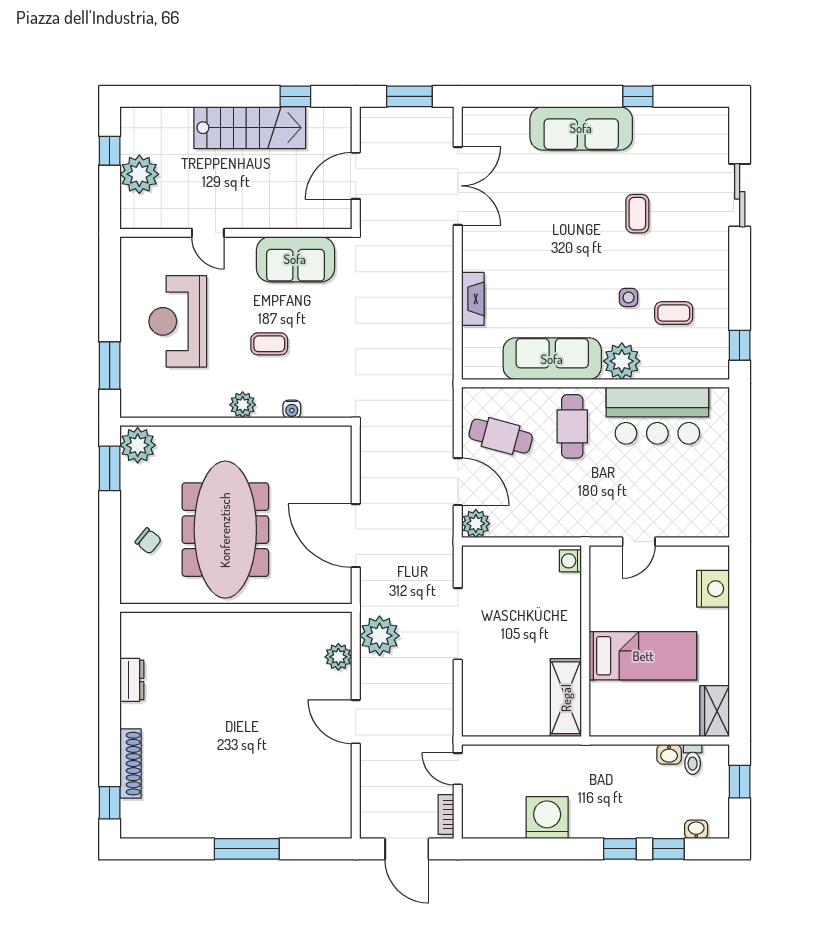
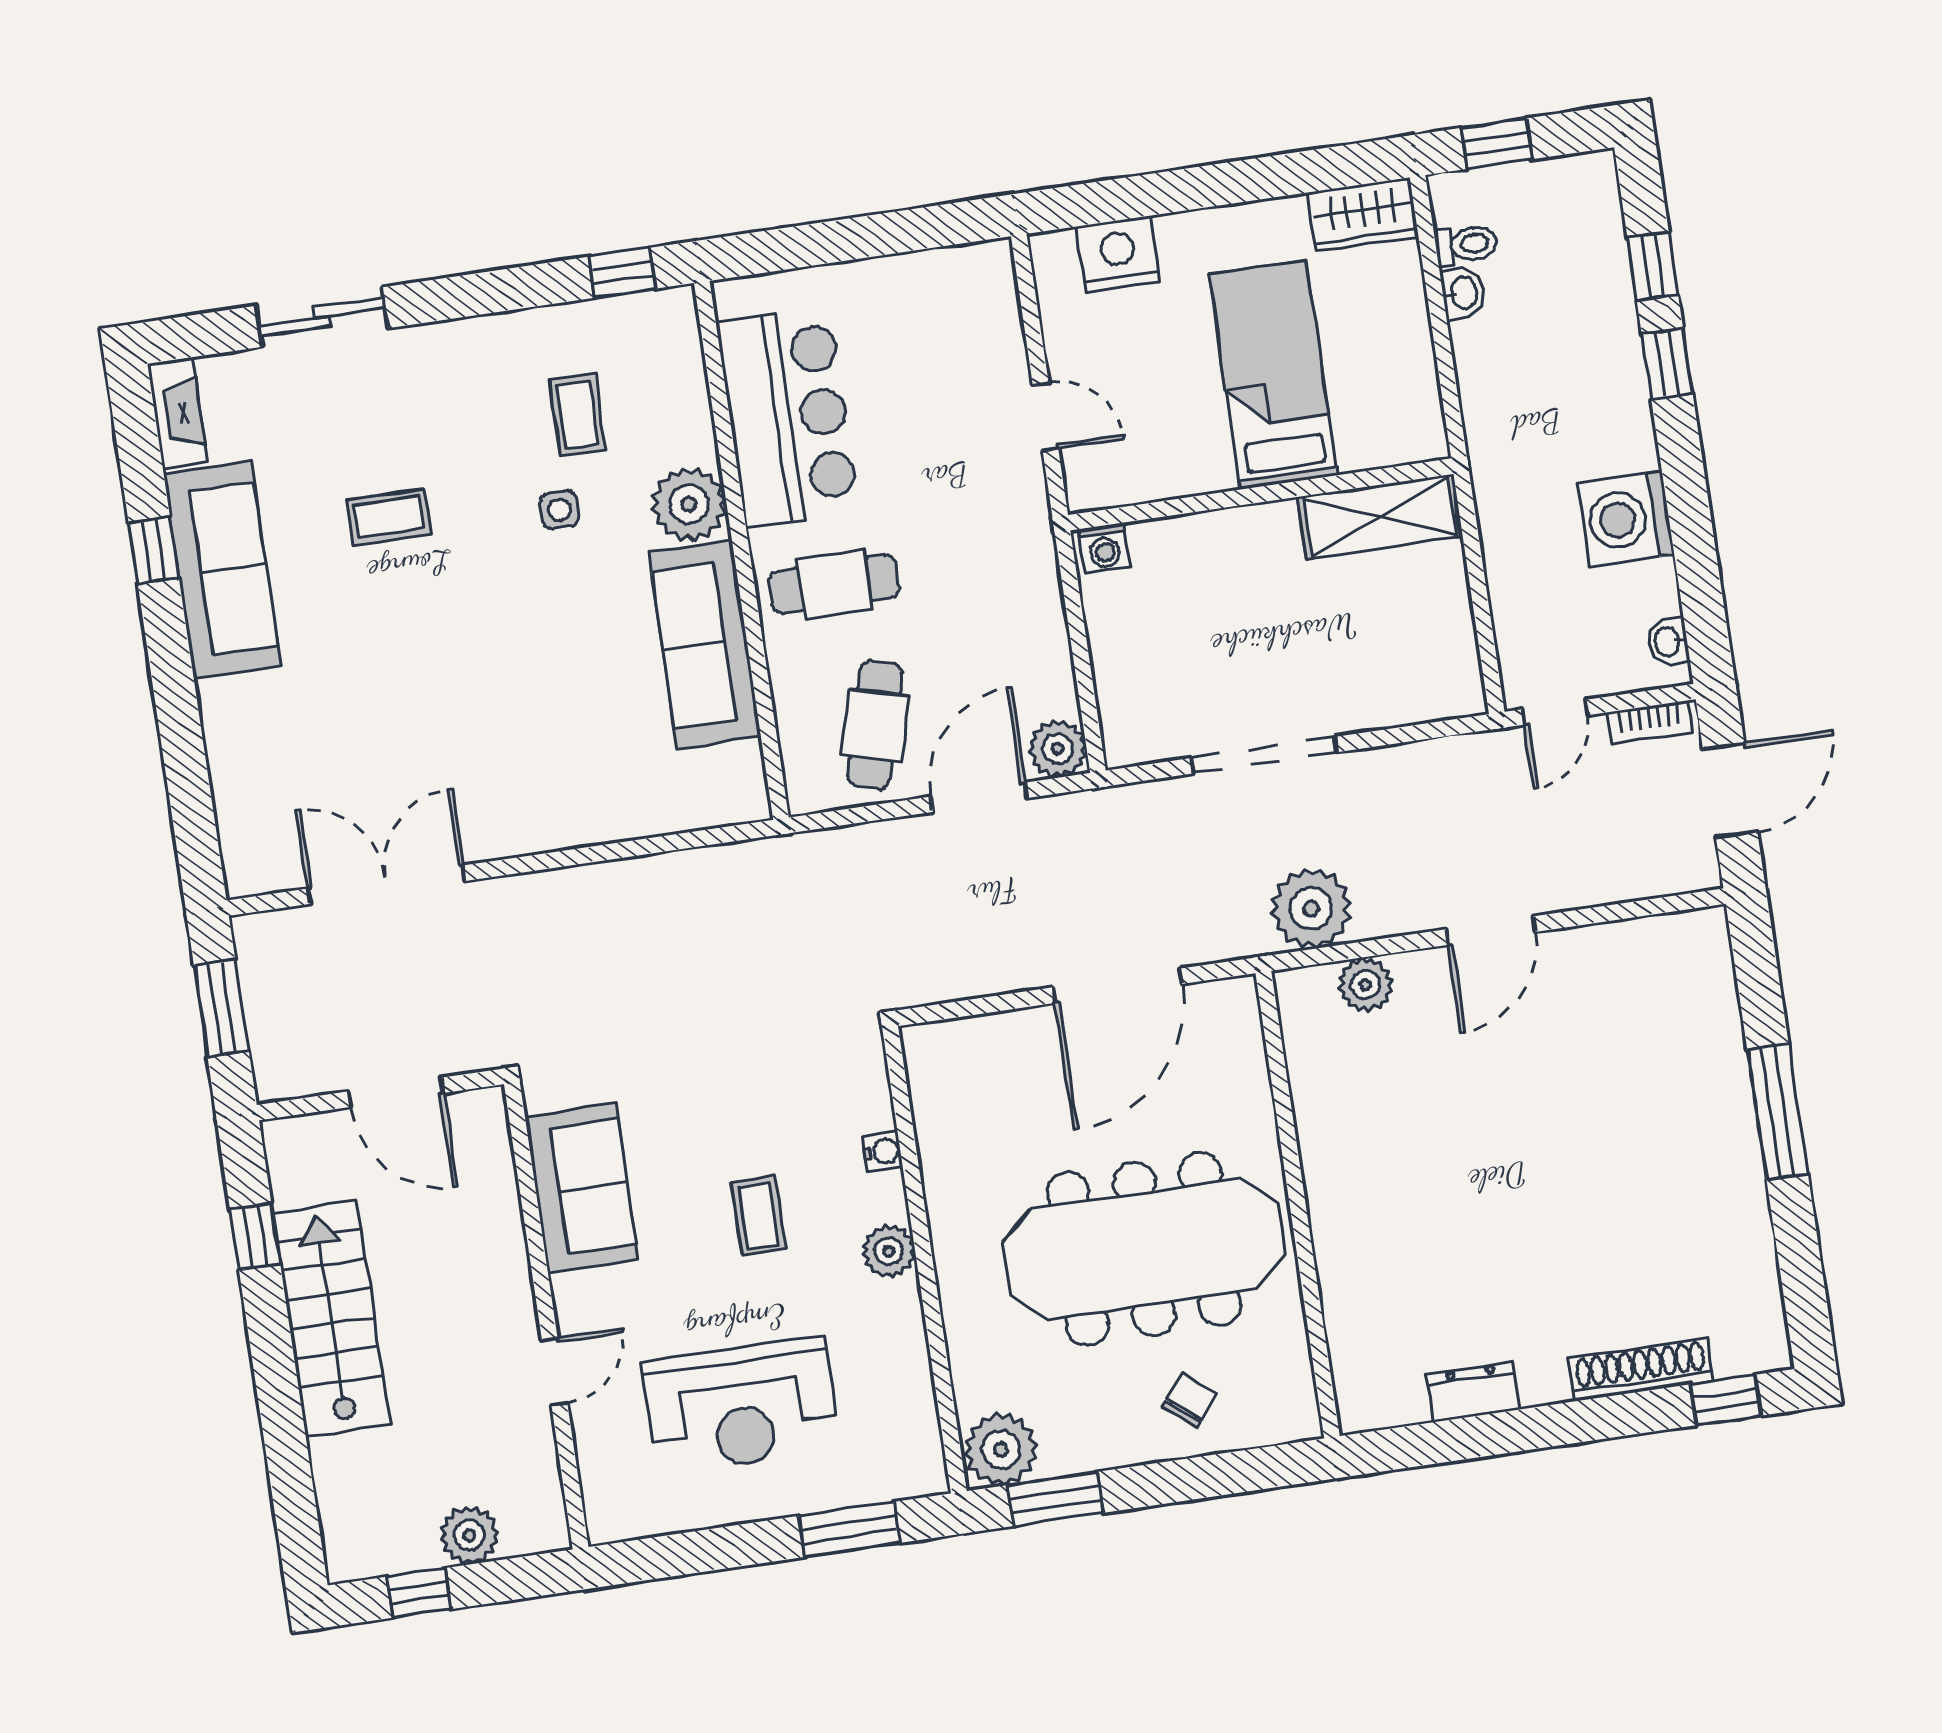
sofa: (581, 128) -> (222, 570), moved
plant: (139, 174) -> (469, 1535), width x0.73, depth x0.73
fireplace: (473, 299) -> (178, 413), moved, turned 90
washbasin: (696, 829) -> (1668, 641), moved

